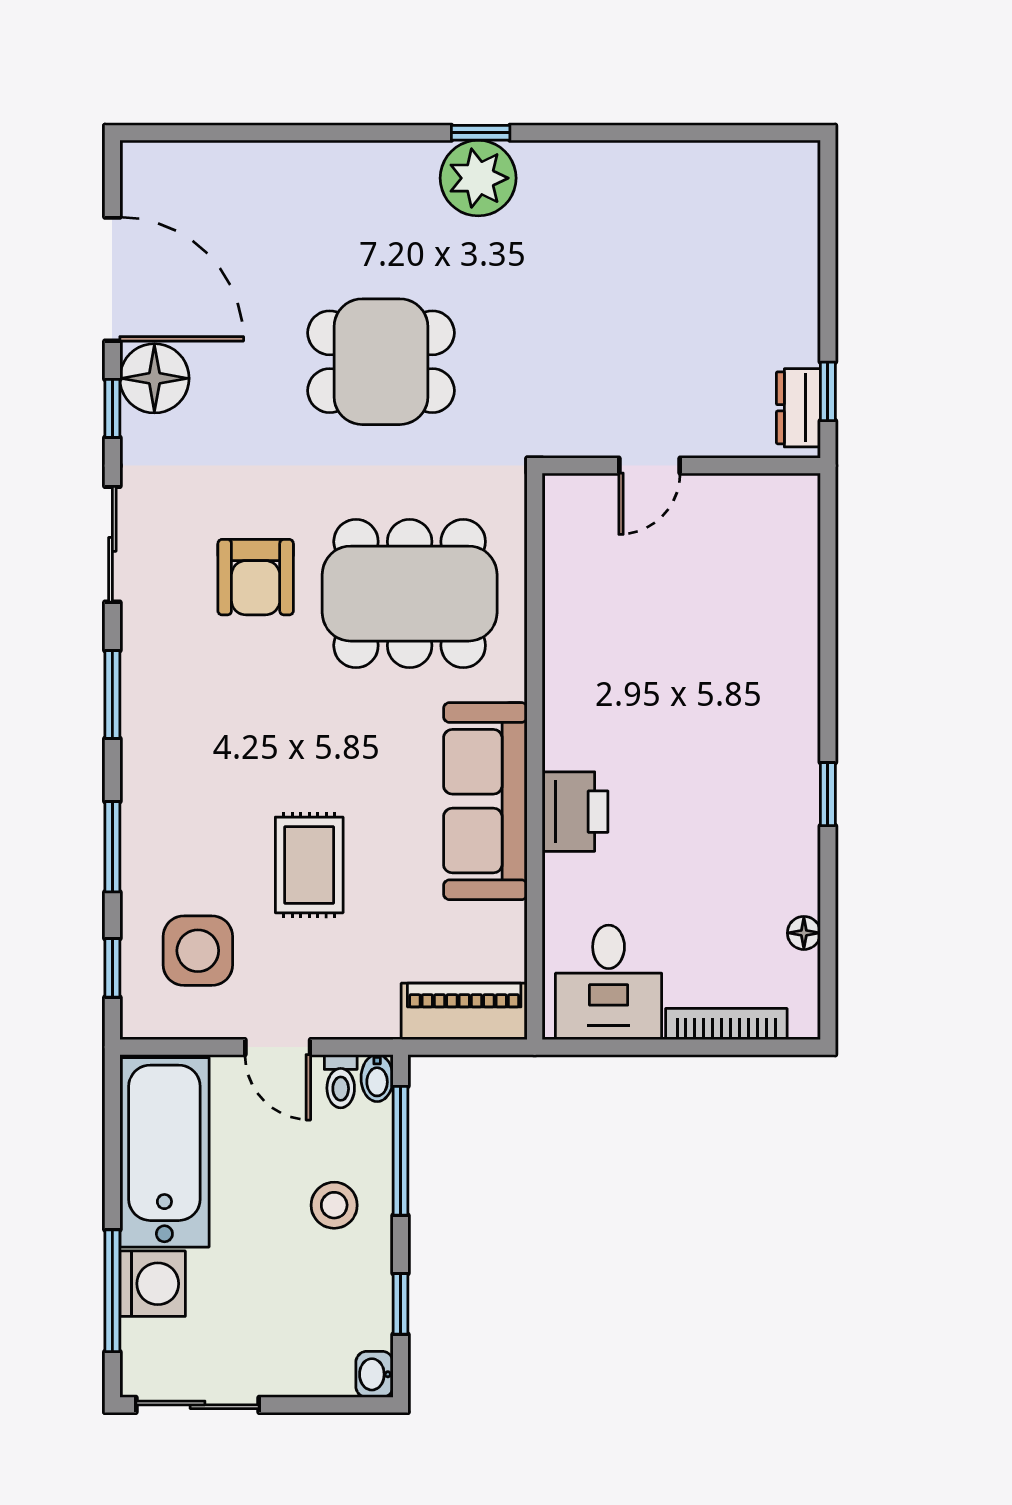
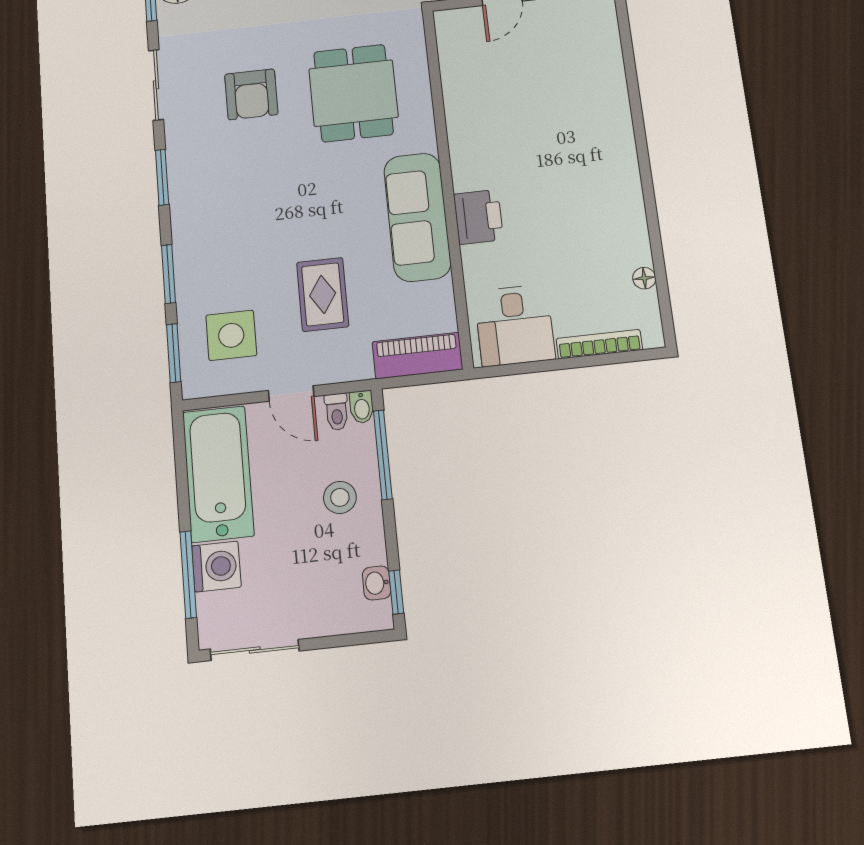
dining table: (410, 594) -> (353, 93), width x0.73
window: (828, 794) -> (648, 187), removed
rug: (309, 865) -> (323, 294), moved
window: (112, 968) -> (174, 353), width x1.50
window: (401, 1304) -> (396, 592), moved
washbasin: (374, 1374) -> (377, 583), moved

